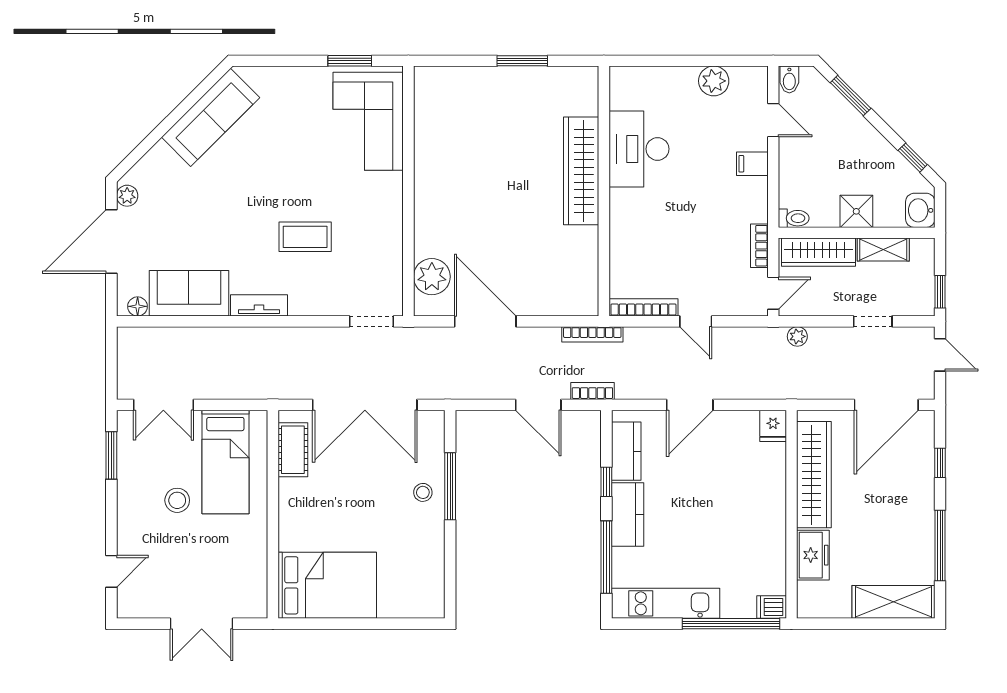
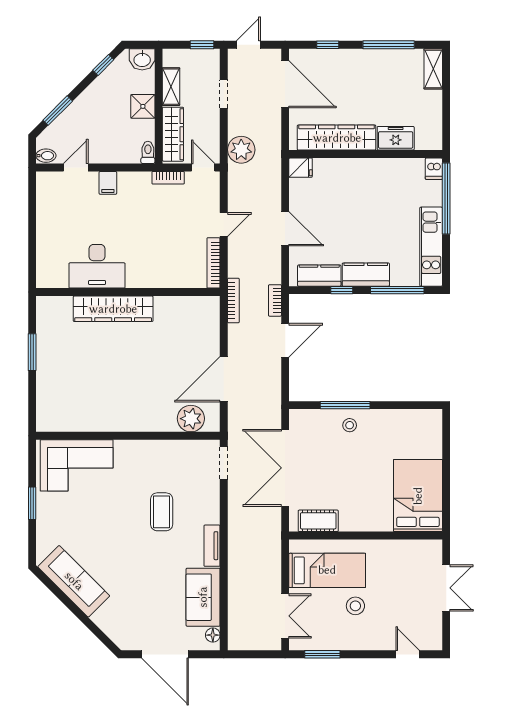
window: (350, 61) -> (32, 503), moved
plant: (714, 81) -> (47, 211), removed
plant: (127, 196) -> (131, 643), removed
plant: (797, 336) -> (241, 150), width x1.87, depth x1.87
double door: (365, 405) -> (285, 468), swing flipped
shelving: (893, 602) -> (433, 69), width x0.67, depth x0.75

